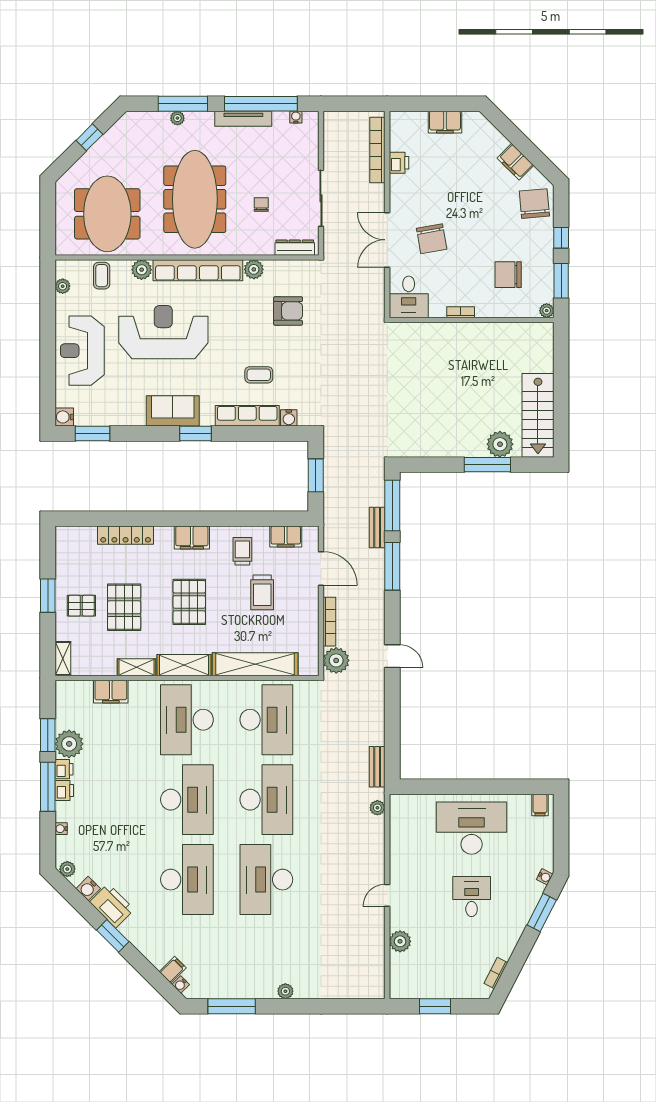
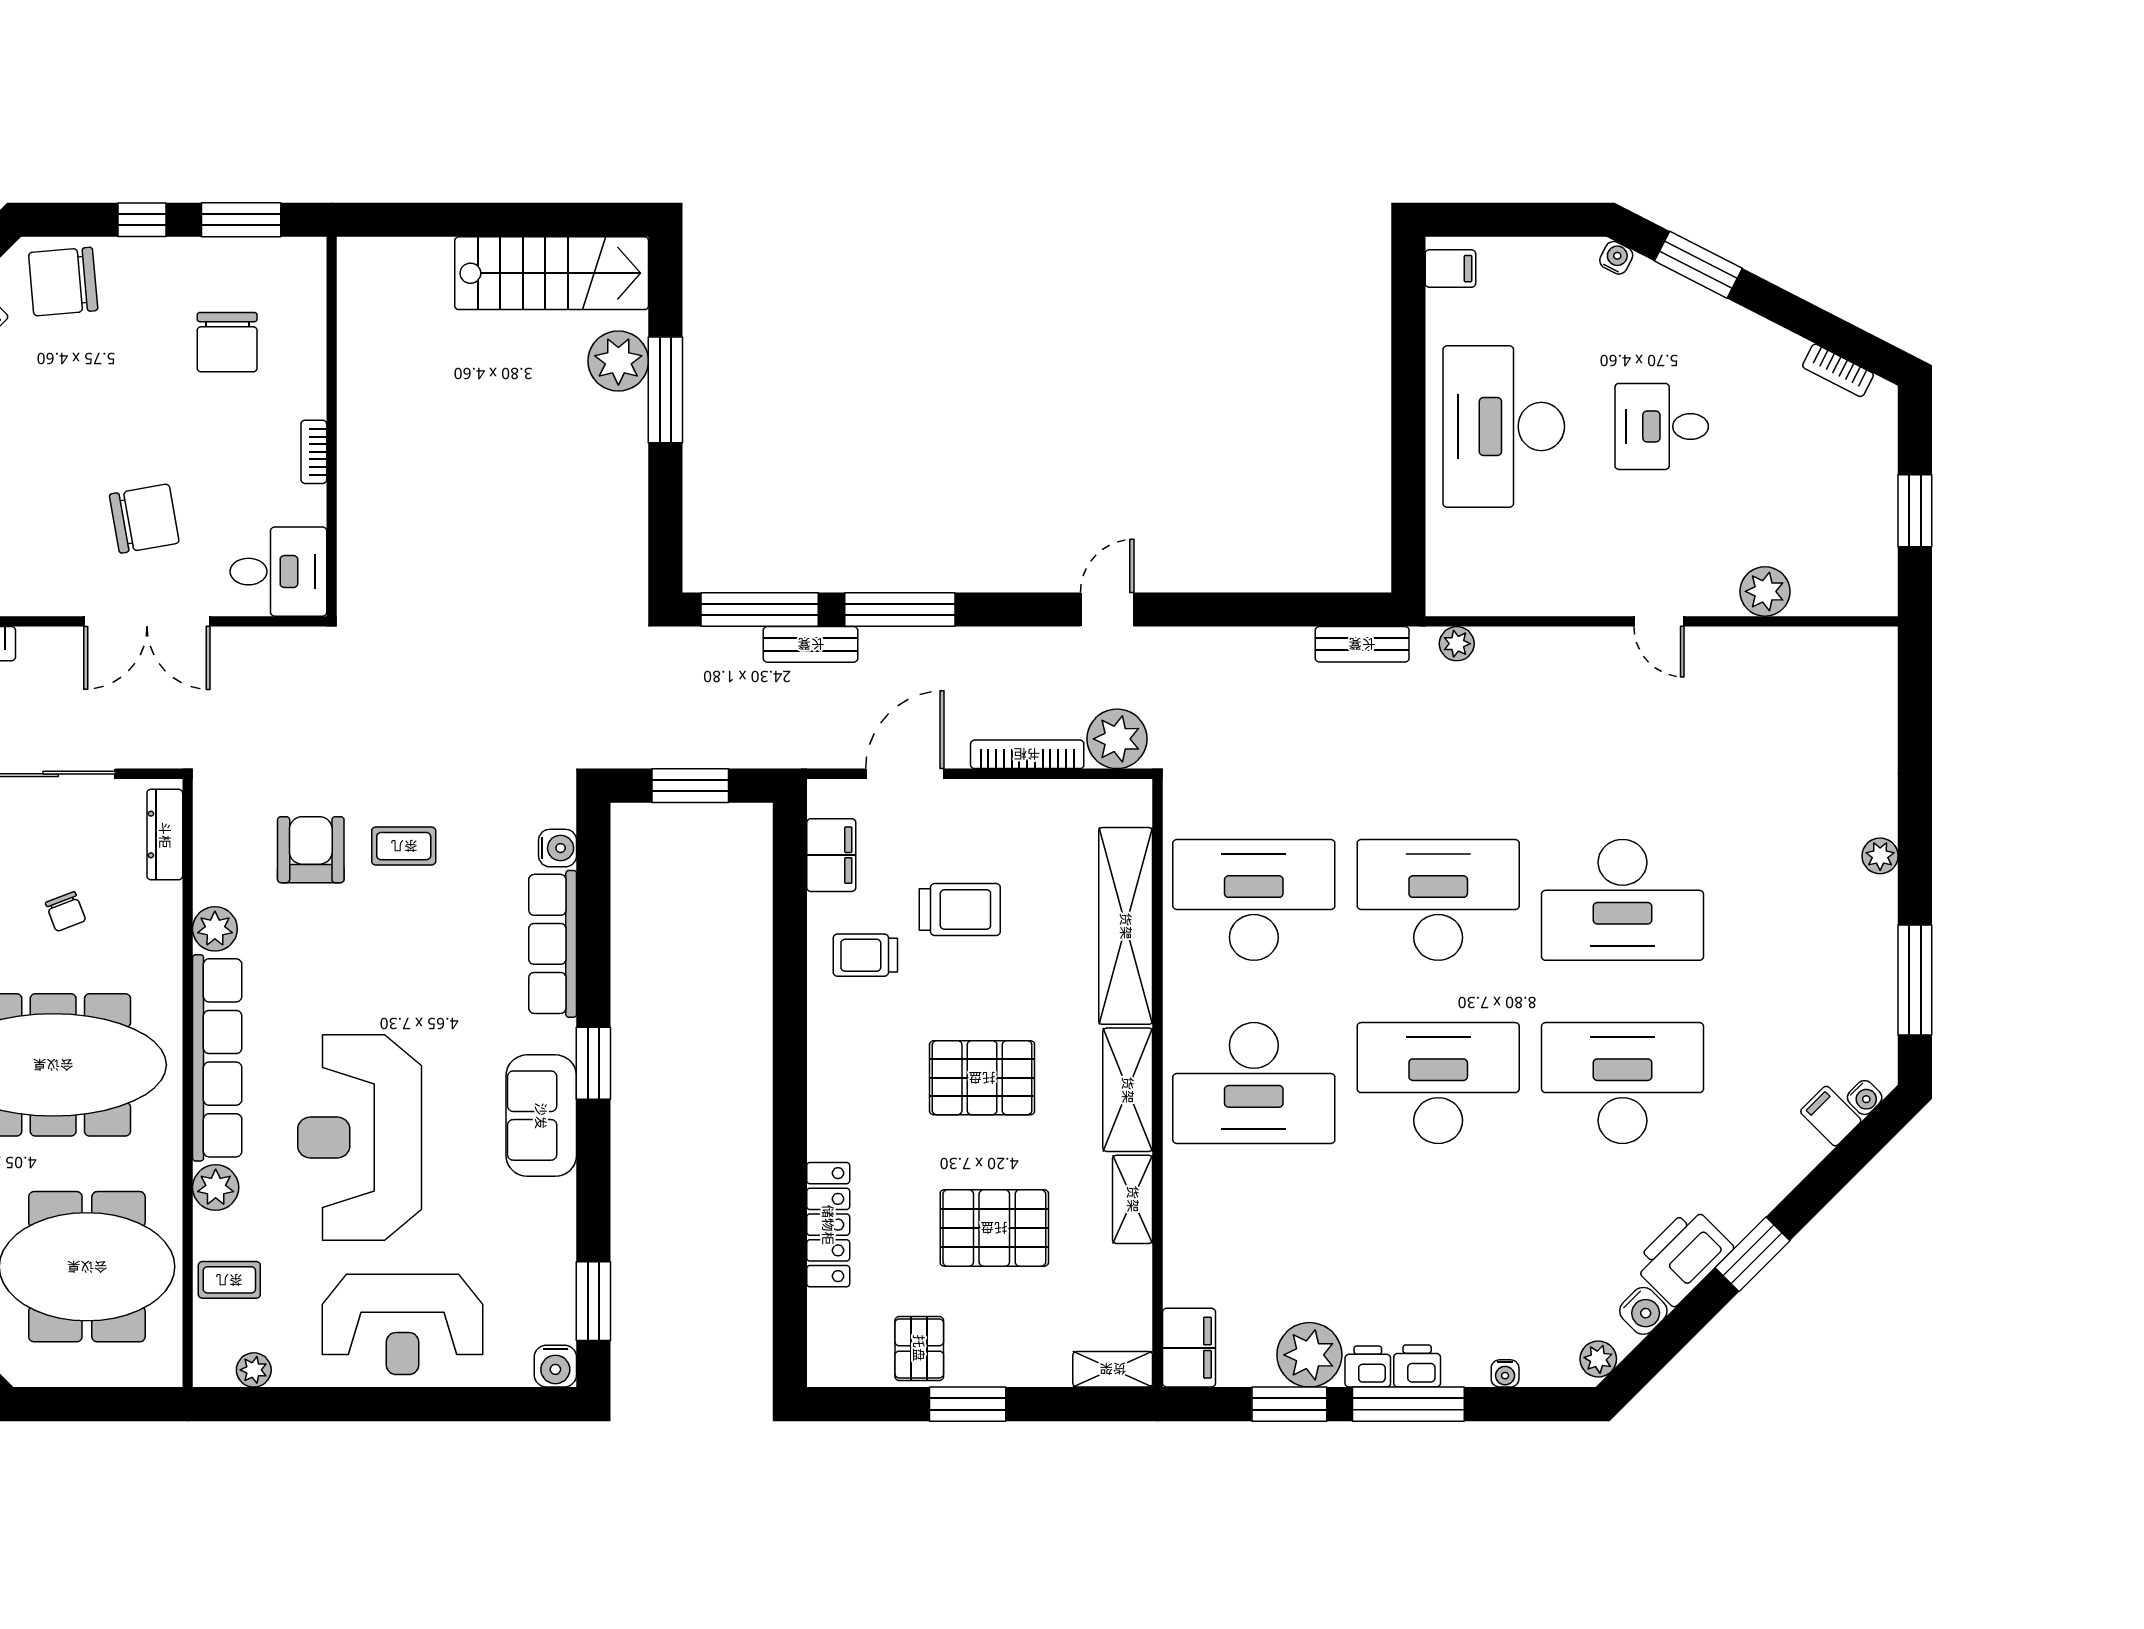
chair: (261, 205) -> (66, 912), turned -111
plant: (547, 311) -> (310, 253), removed
coffee table: (259, 375) -> (404, 846), moved, turned 90
filing cabinet: (192, 538) -> (834, 1072), removed
pallet: (81, 606) -> (919, 1348), moved
filing cabinet: (111, 692) -> (1189, 1348), moved

